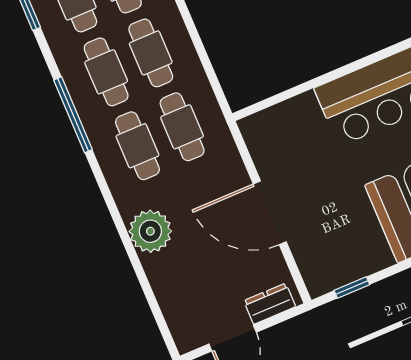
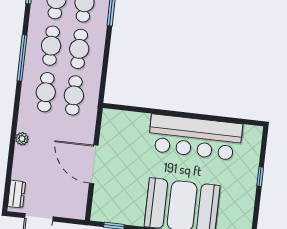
plant: (150, 231) -> (22, 139), width x0.53, depth x0.53
dresser: (270, 304) -> (17, 194), moved, turned 90

